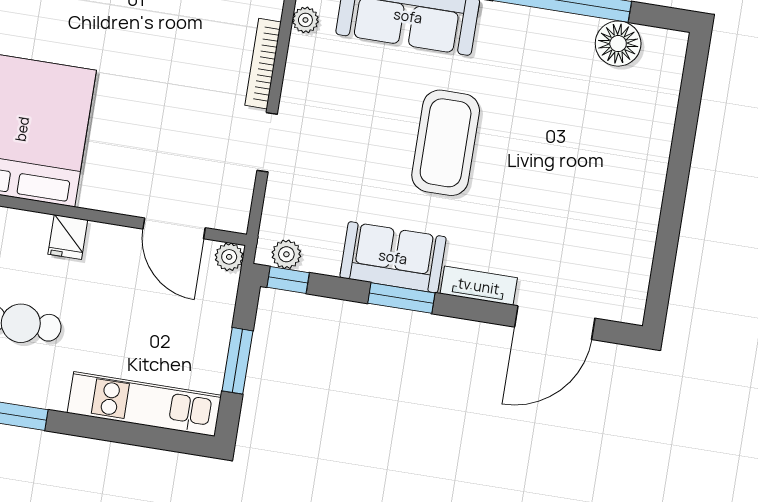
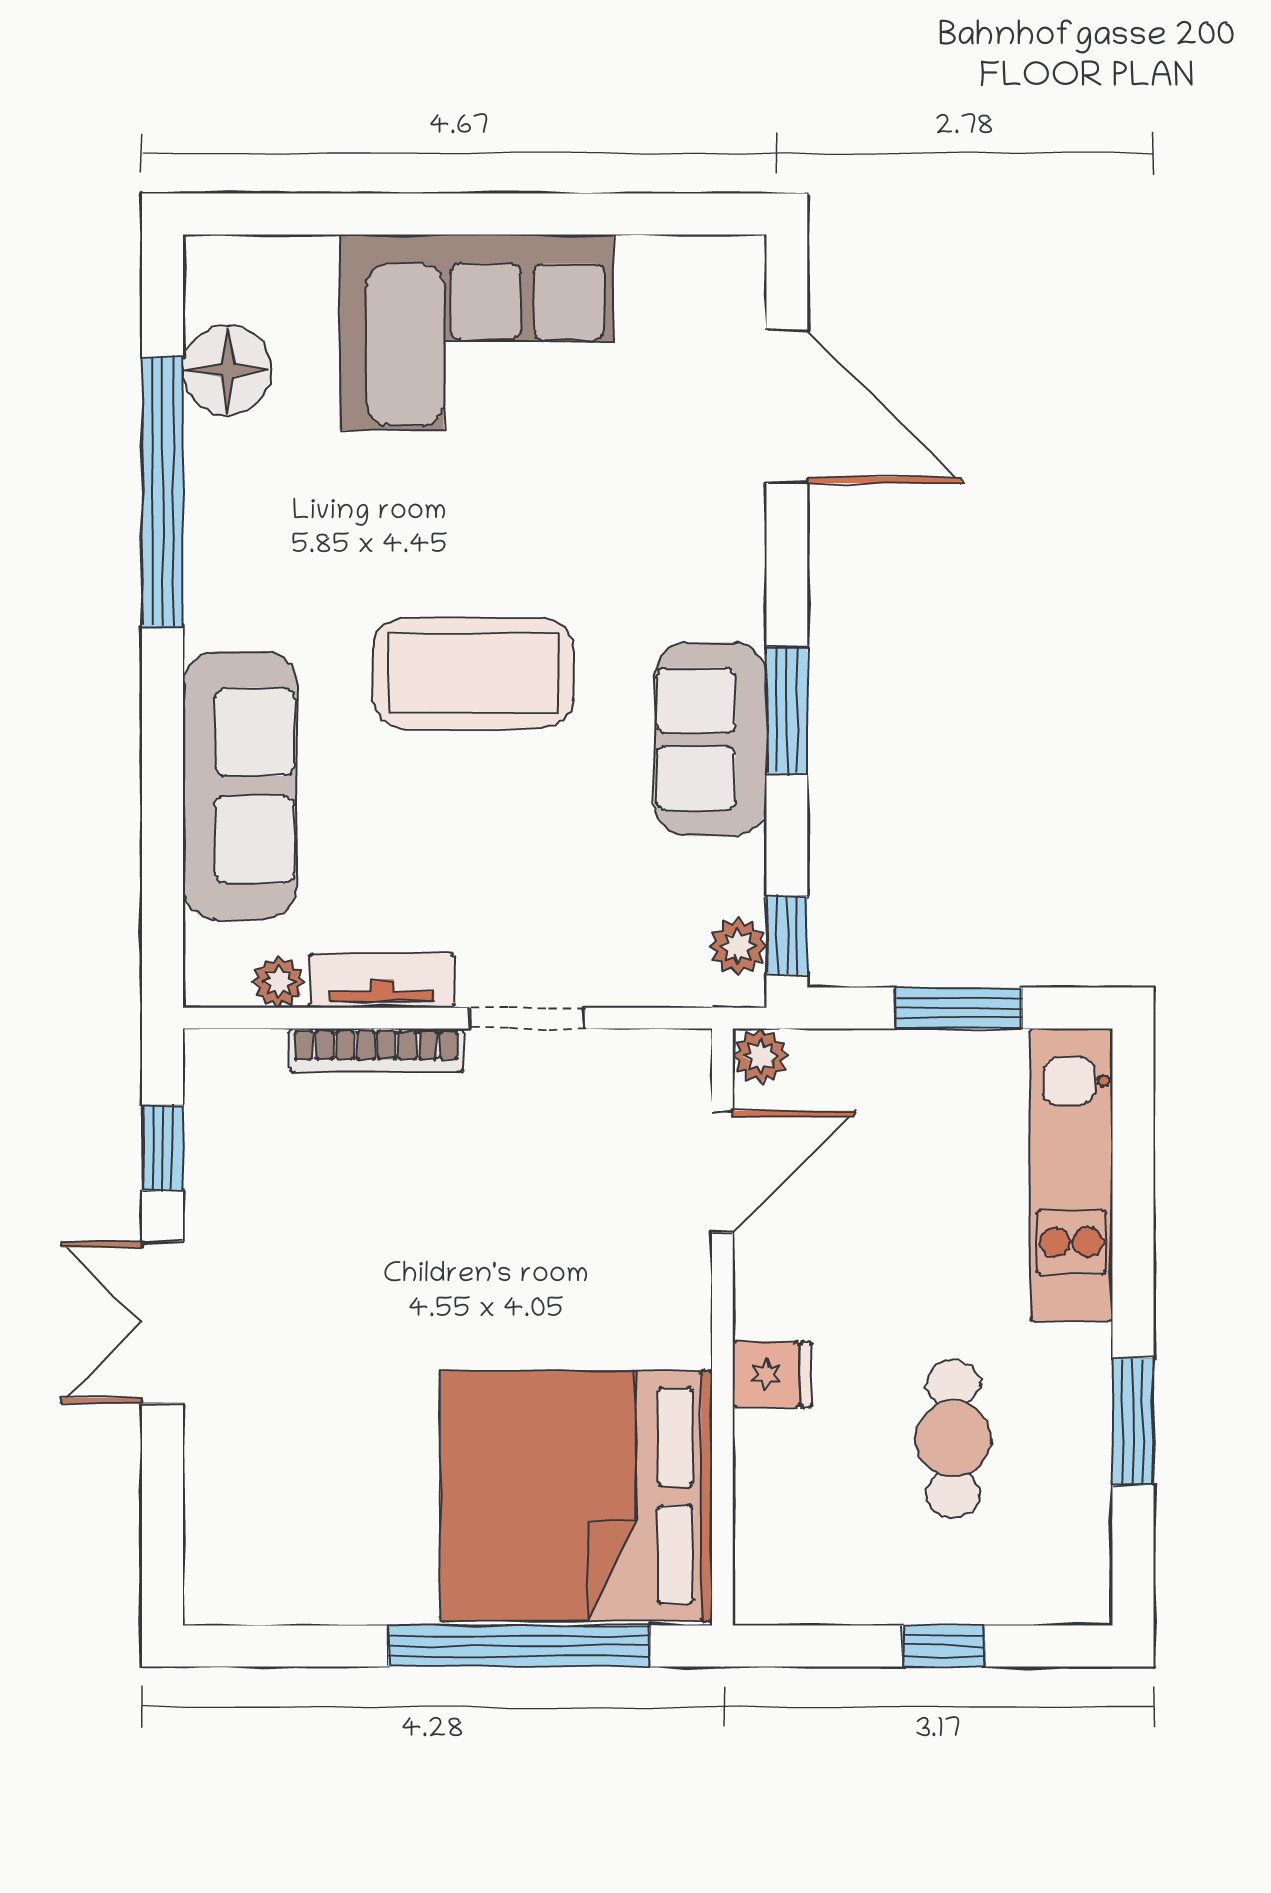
corner sofa: (617, 172) -> (477, 332), added
tv unit: (479, 286) -> (382, 980), moved, turned 90

